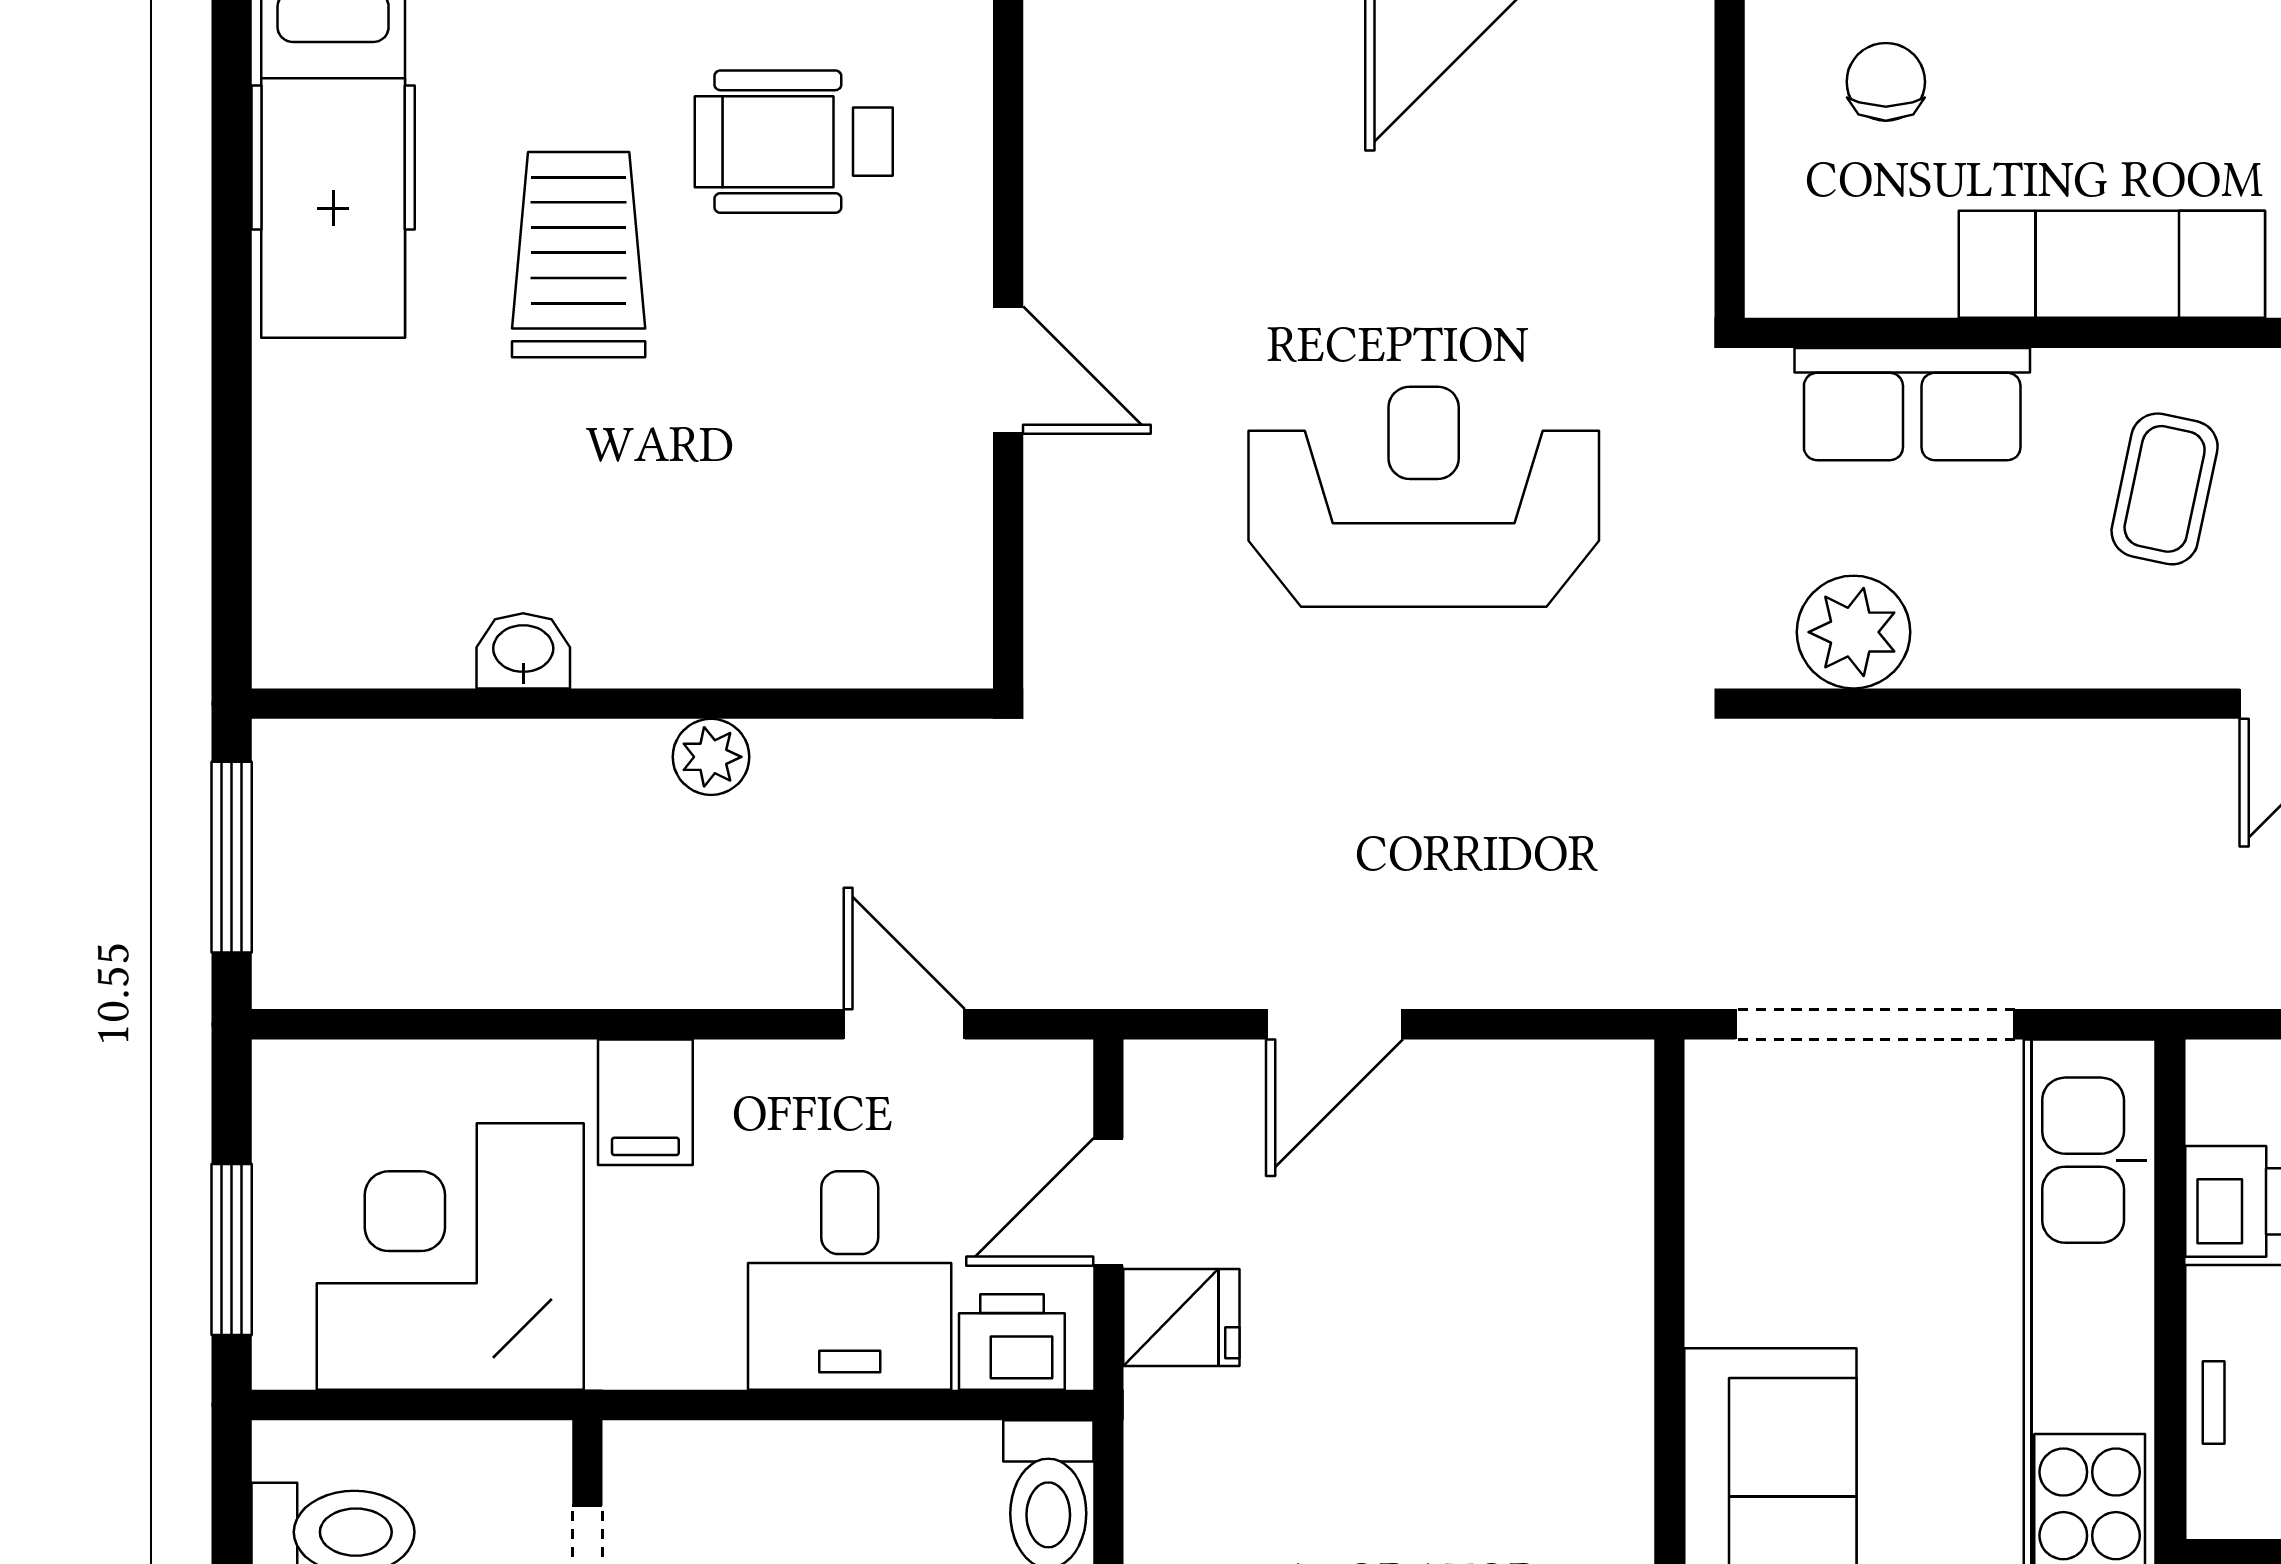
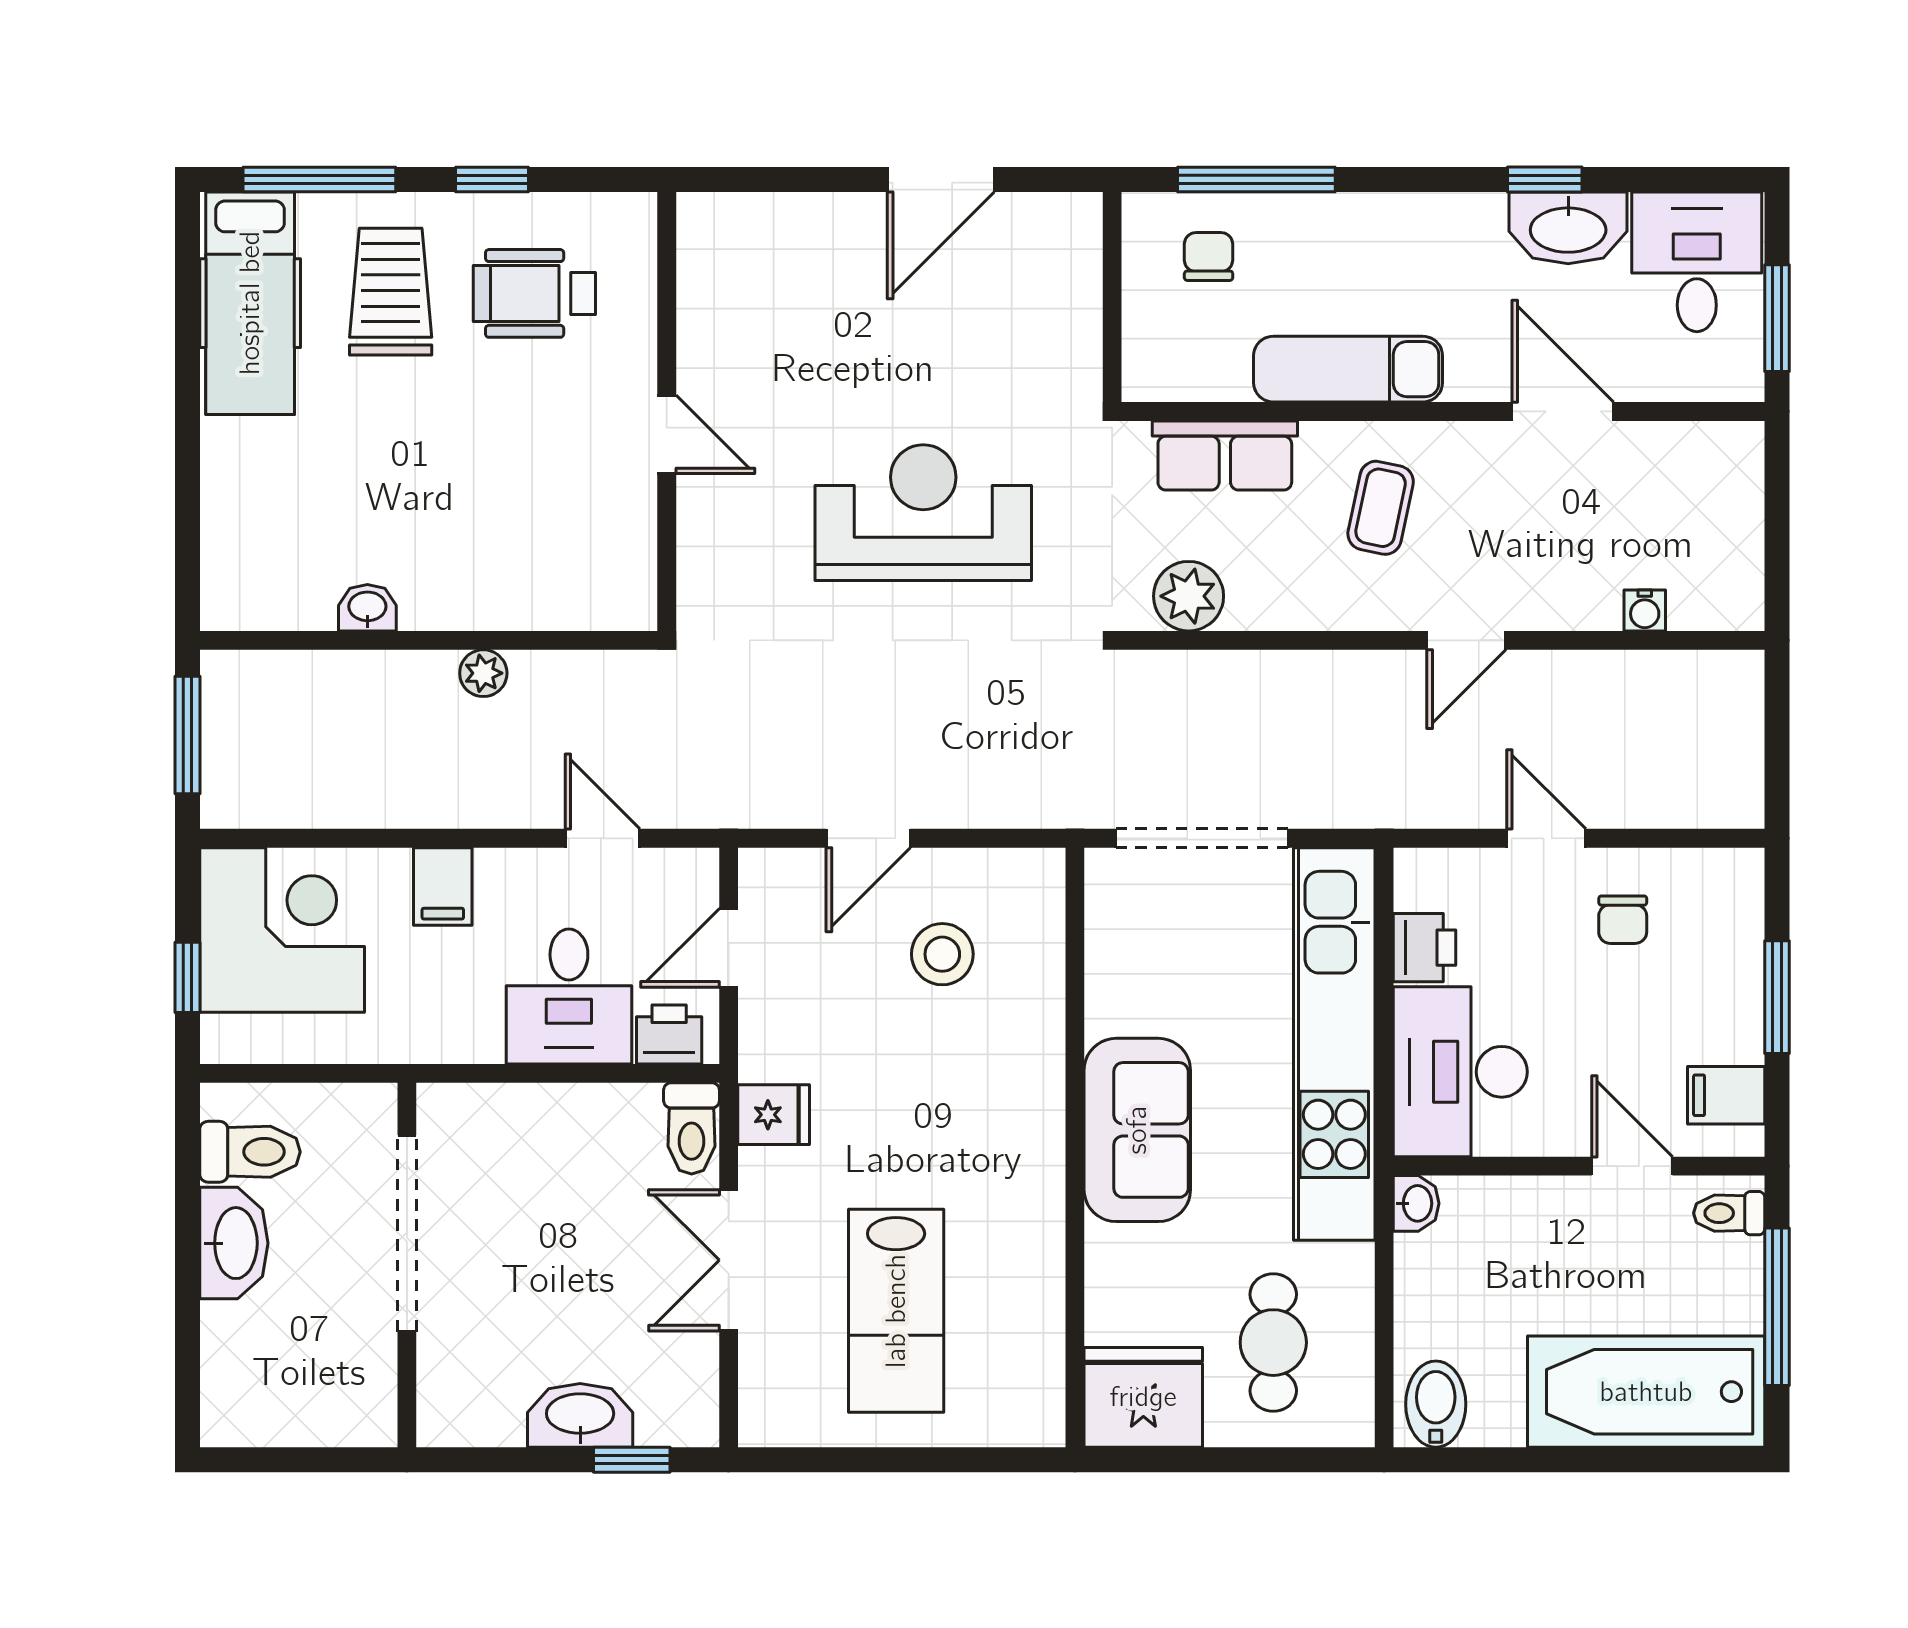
trolley: (579, 255) -> (391, 292), moved
stool: (1455, 1212) -> (942, 954), added
window: (232, 1250) -> (187, 977), width x0.67
corner desk: (450, 1257) -> (282, 930), moved, turned 90
fridge: (1181, 1318) -> (774, 1115), moved

